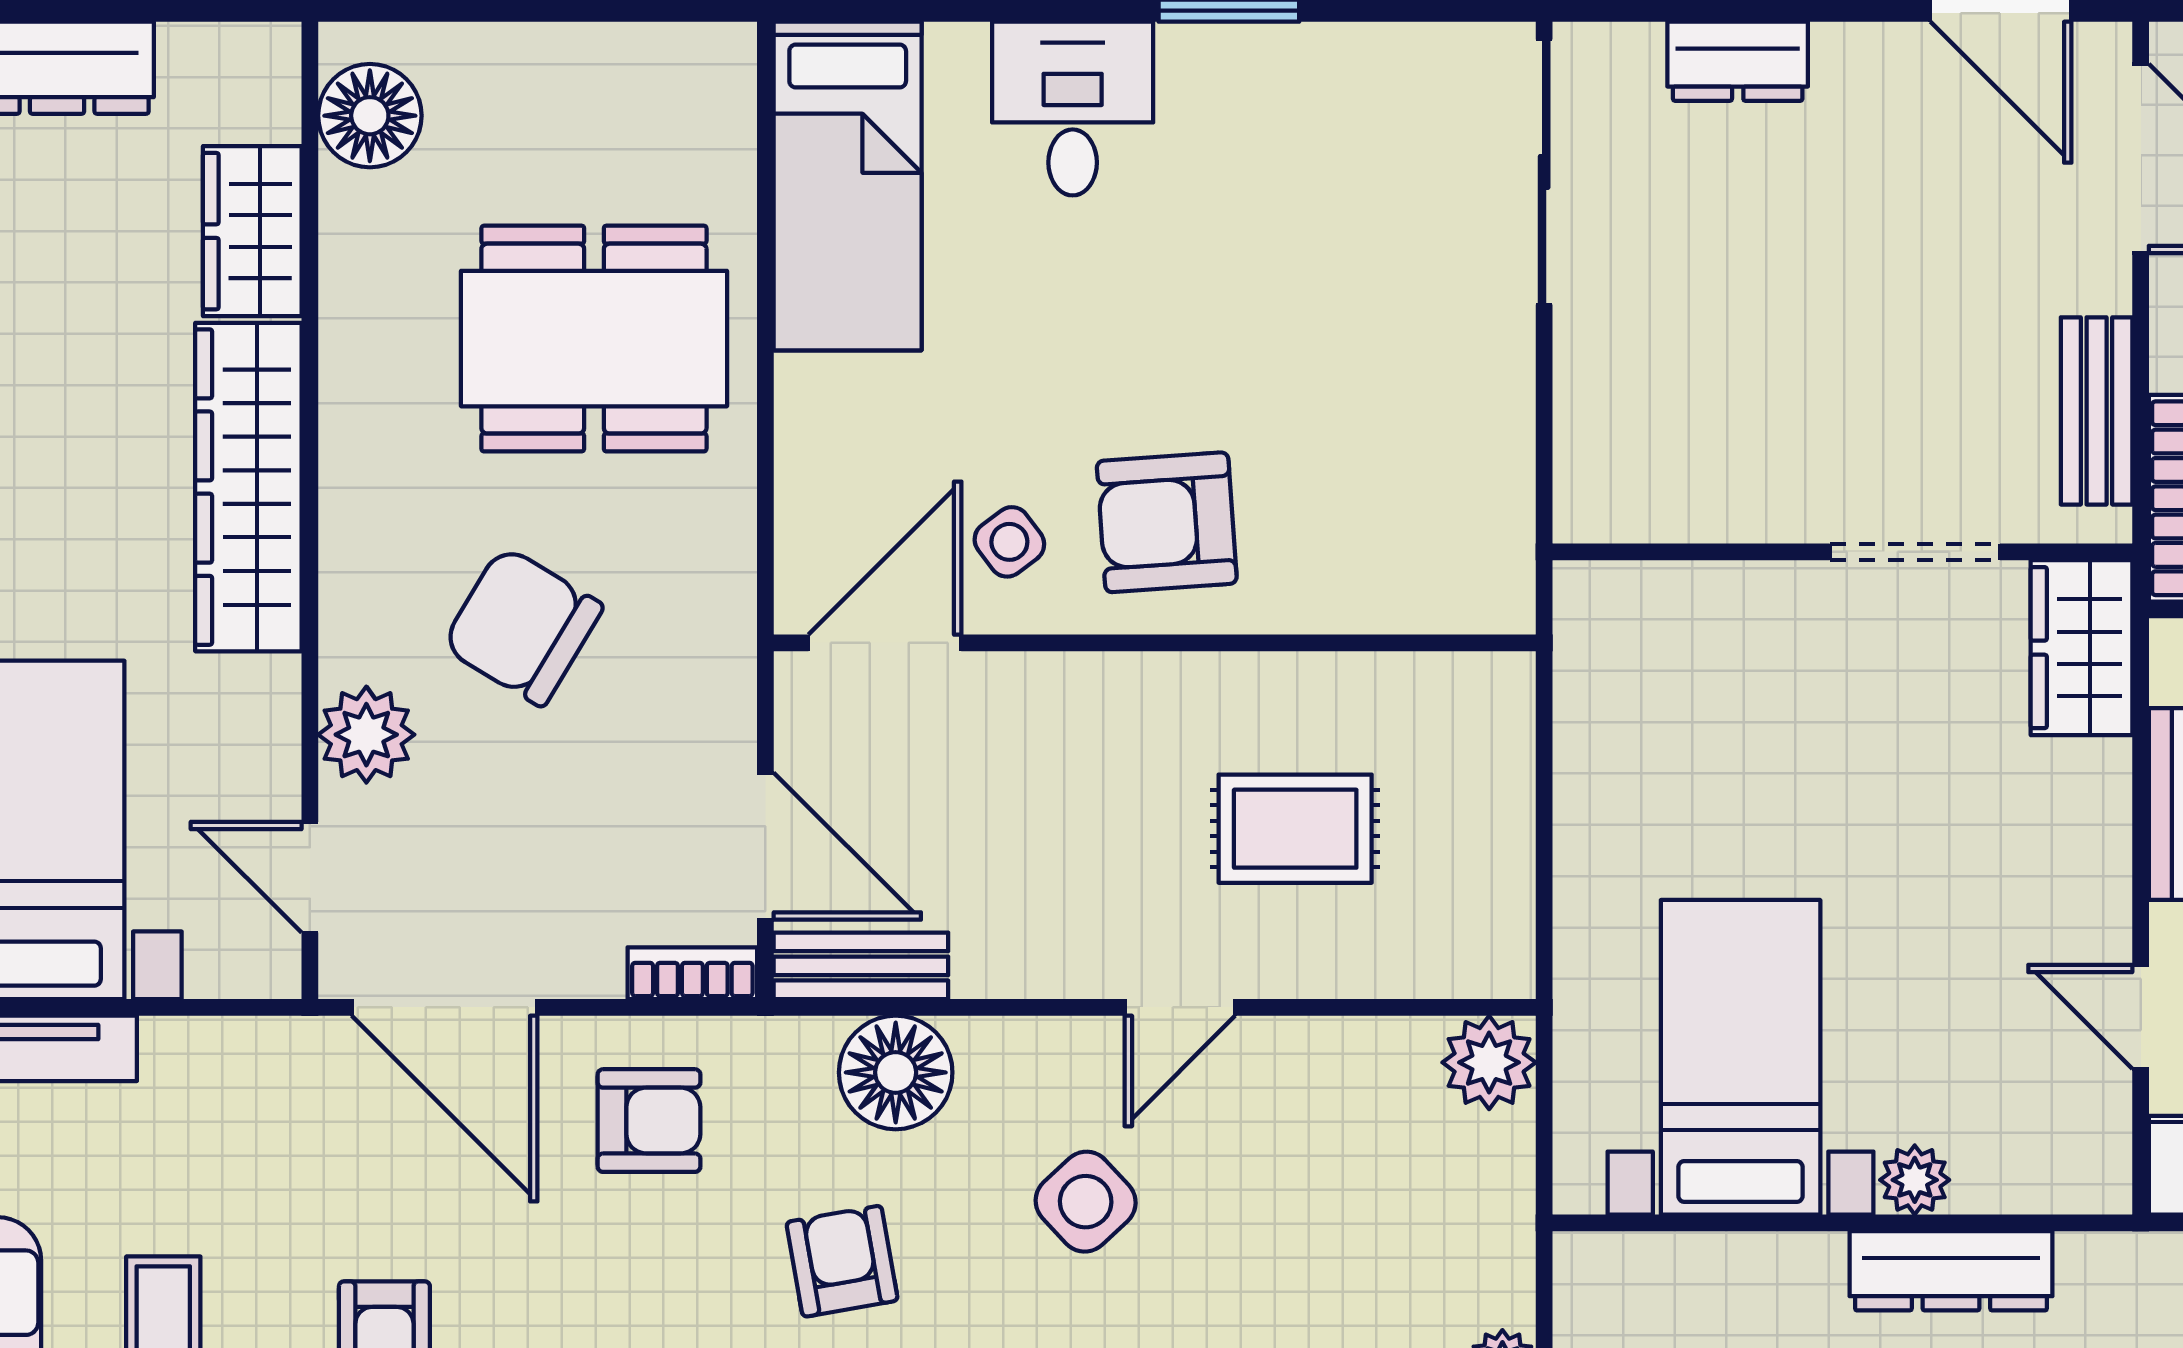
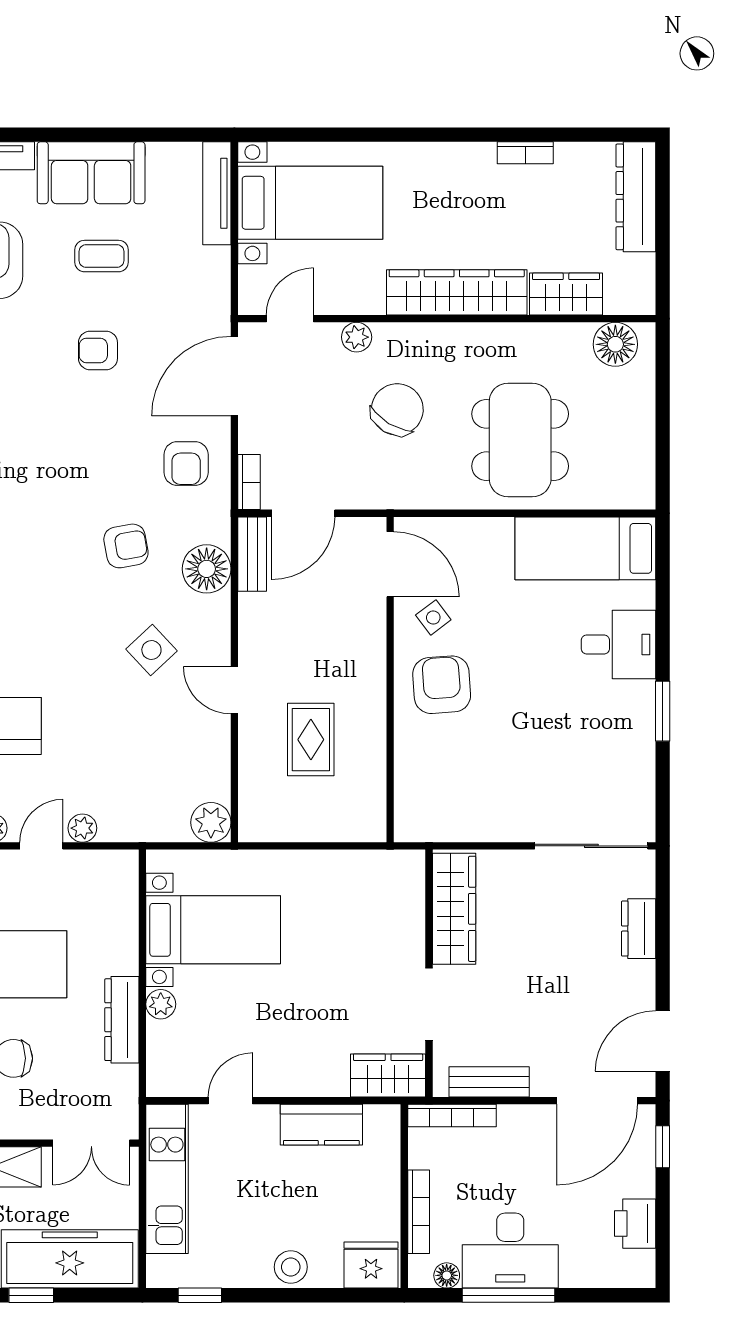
wardrobe: (1691, 493) -> (454, 909), added
plant: (366, 735) -> (357, 337), width x0.73, depth x0.73

